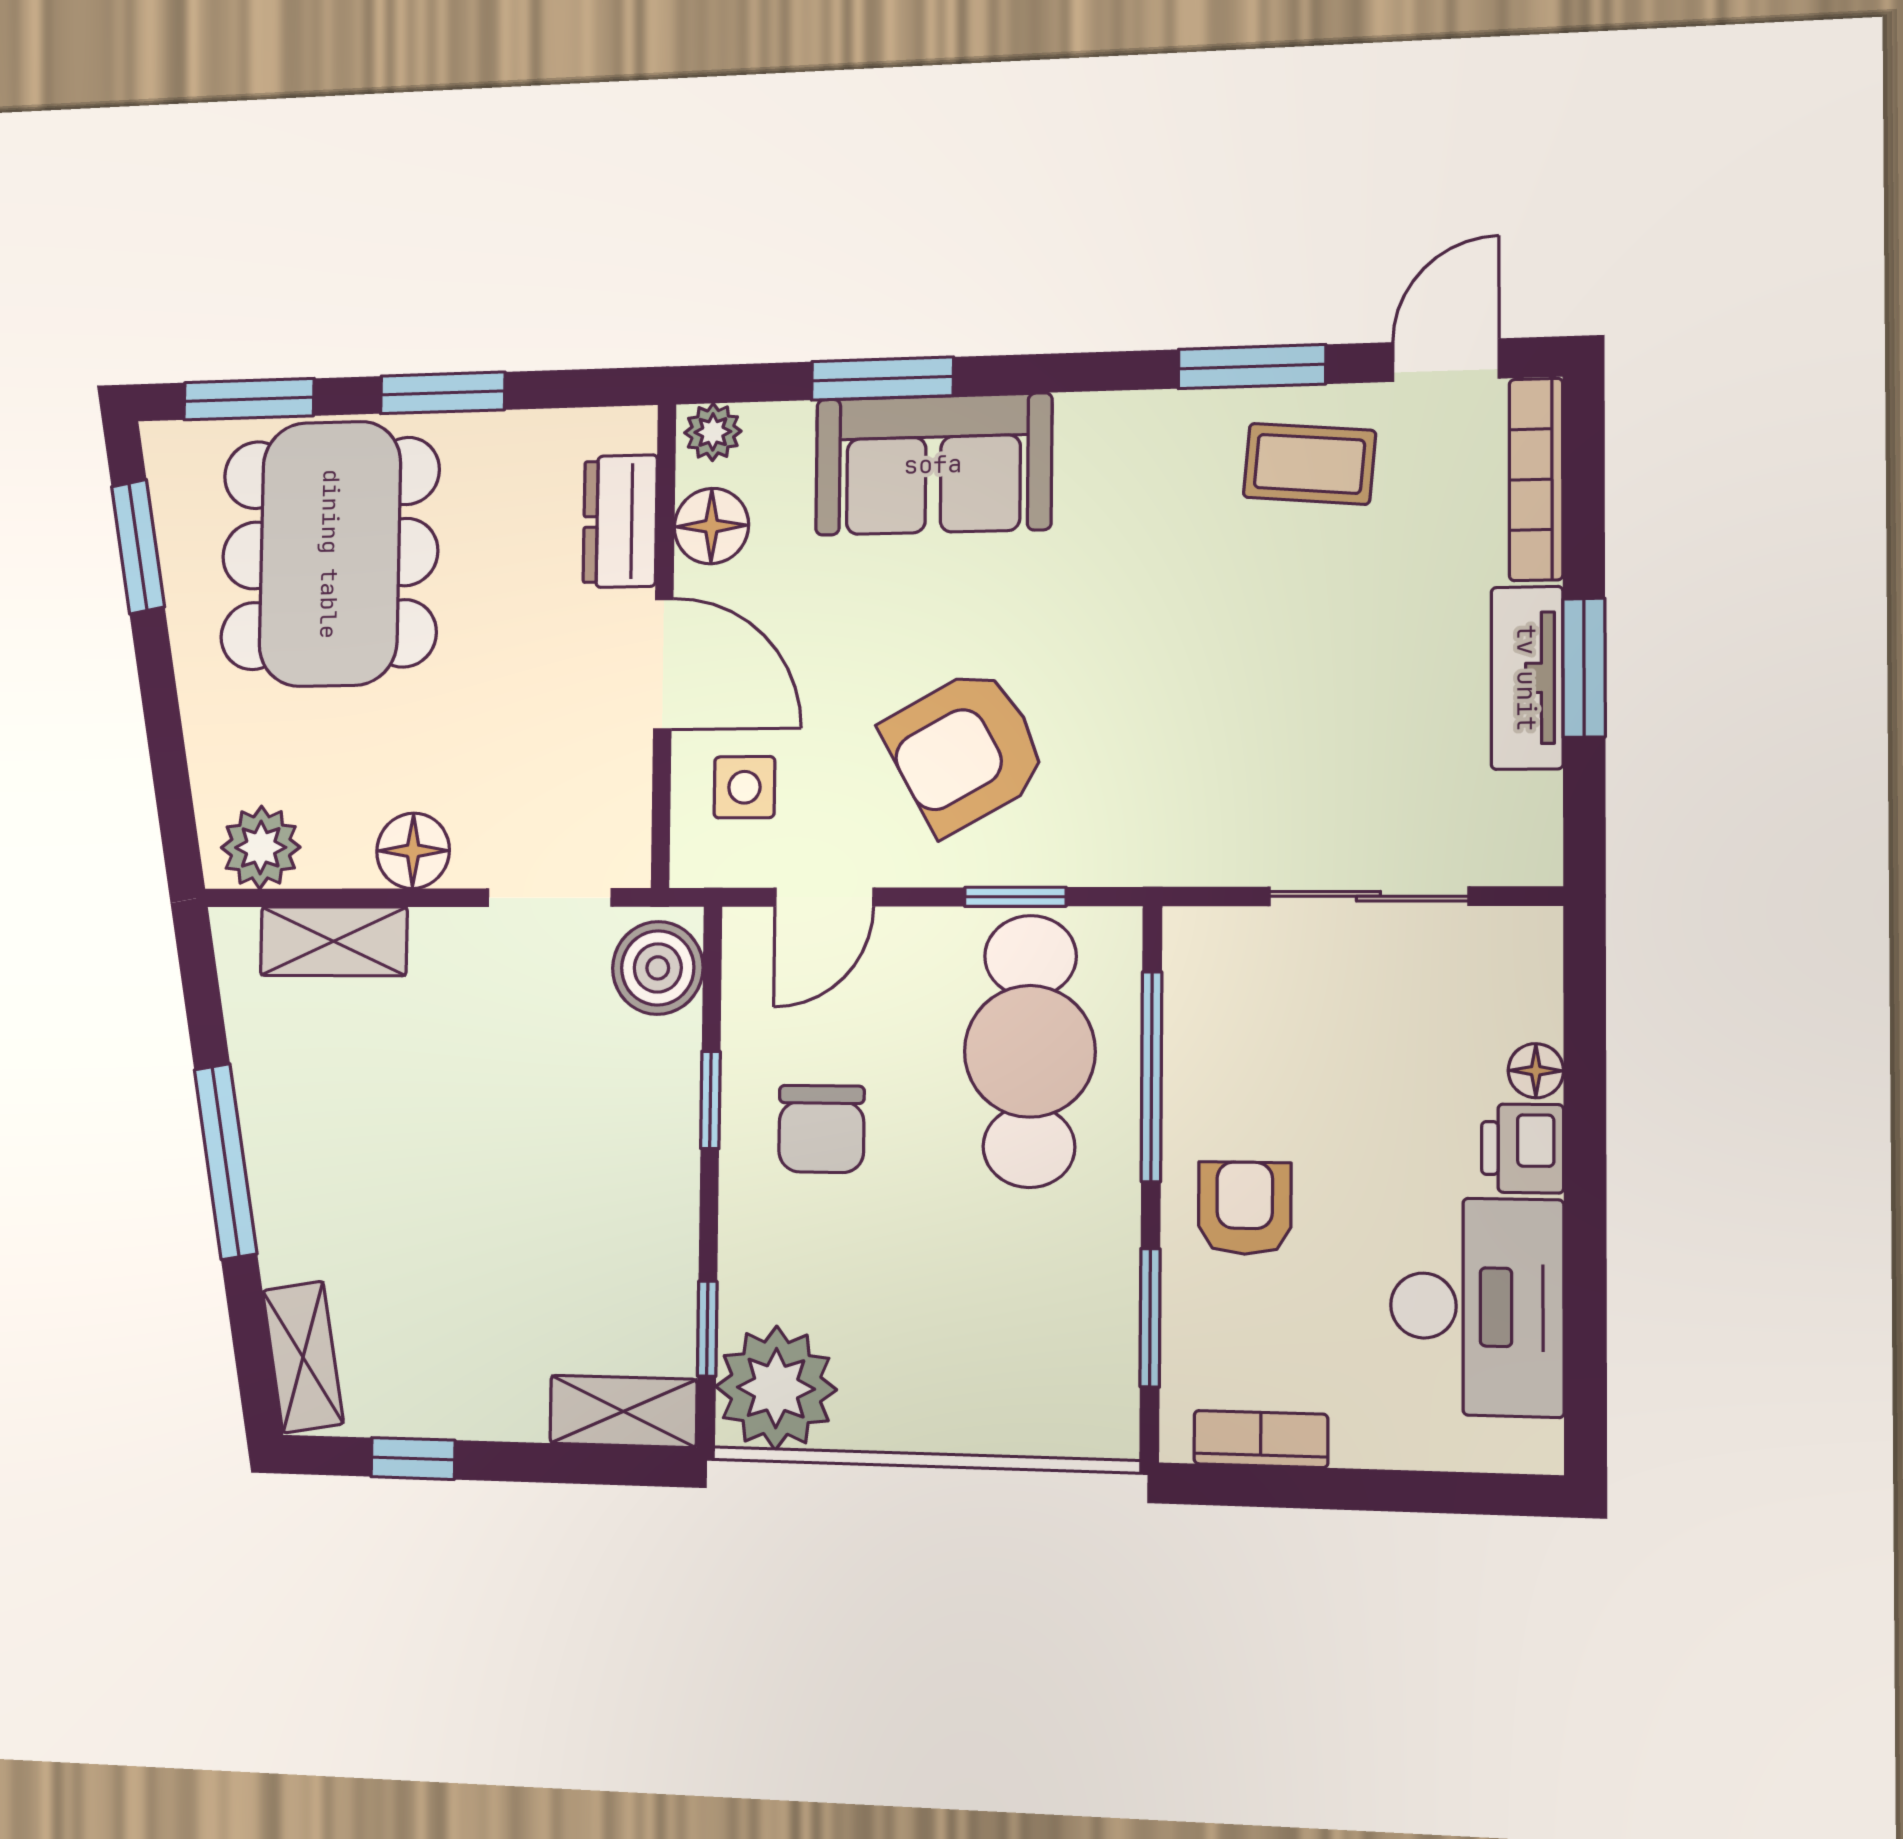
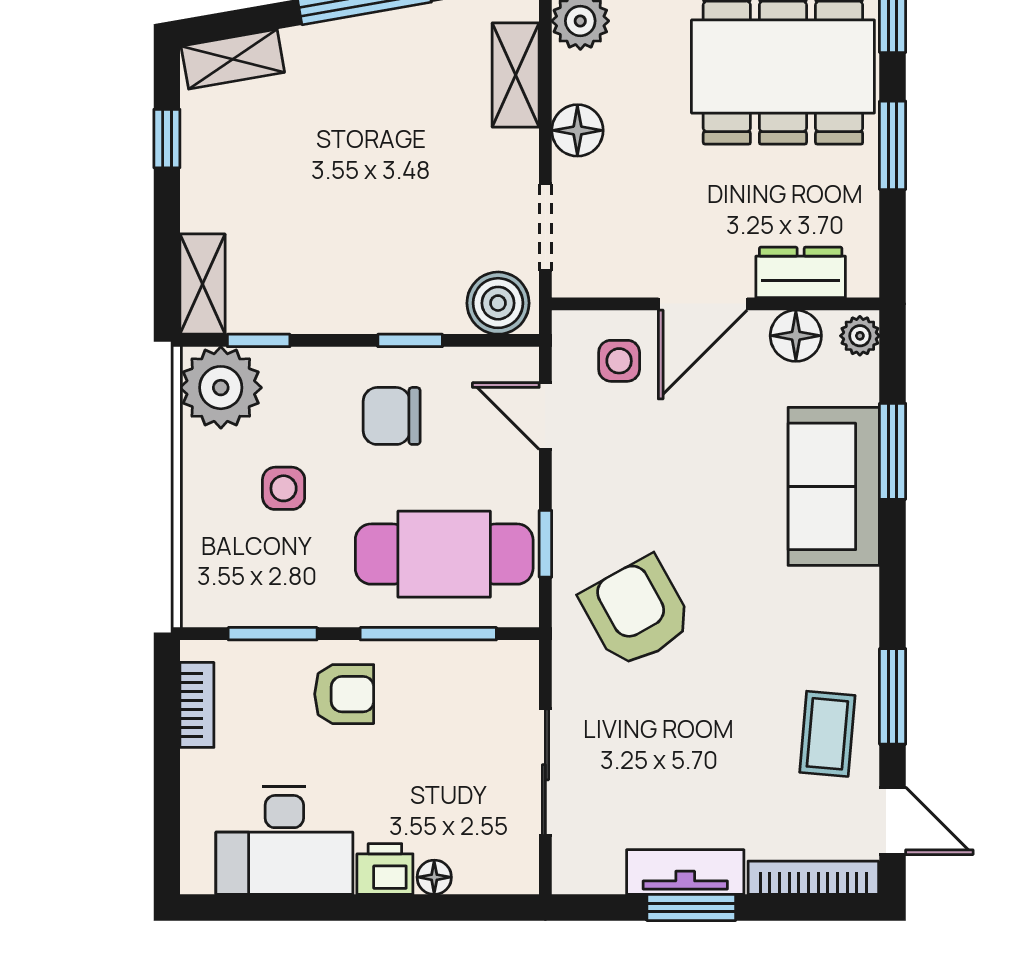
armchair: (965, 750) -> (637, 612), moved
side table: (928, 1296) -> (284, 488), added

